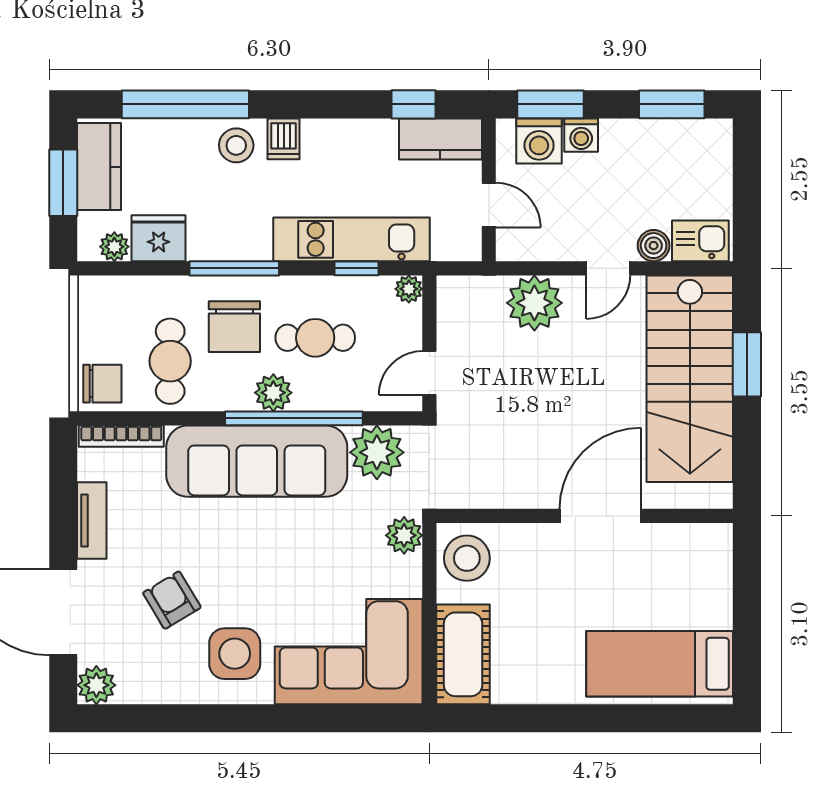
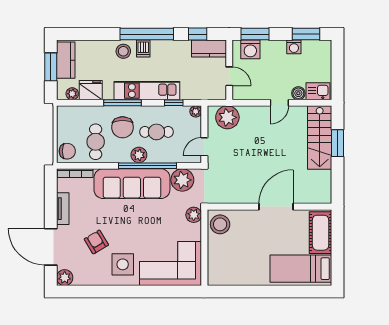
window: (185, 104) -> (147, 34), moved
washing machine: (581, 135) -> (294, 47), moved
kitchen unit: (352, 239) -> (147, 91), moved
plant: (534, 303) -> (227, 117), moved
stairs: (690, 379) -> (320, 138), width x0.73, depth x0.66
cot: (463, 654) -> (321, 233), moved

